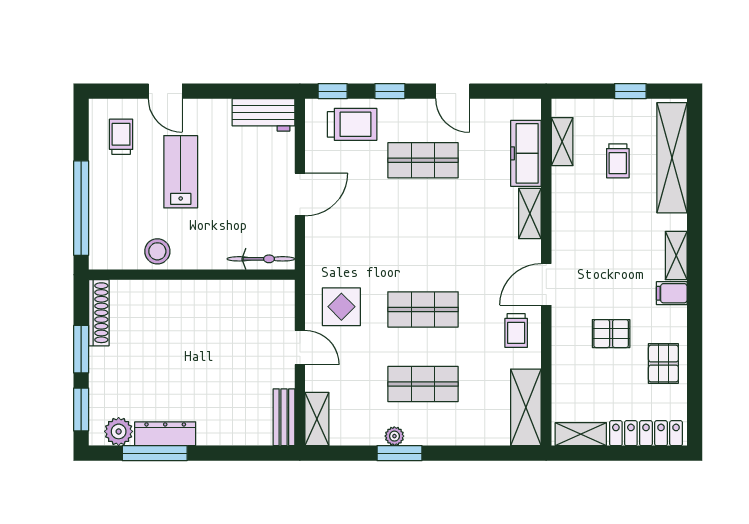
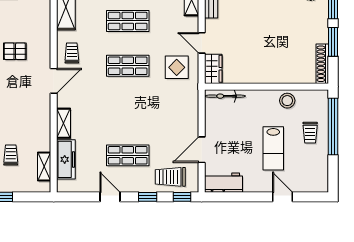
trolley: (121, 137) -> (310, 133), moved
door: (300, 195) -> (202, 150), moved
wardrobe: (281, 304) -> (213, 69), added

